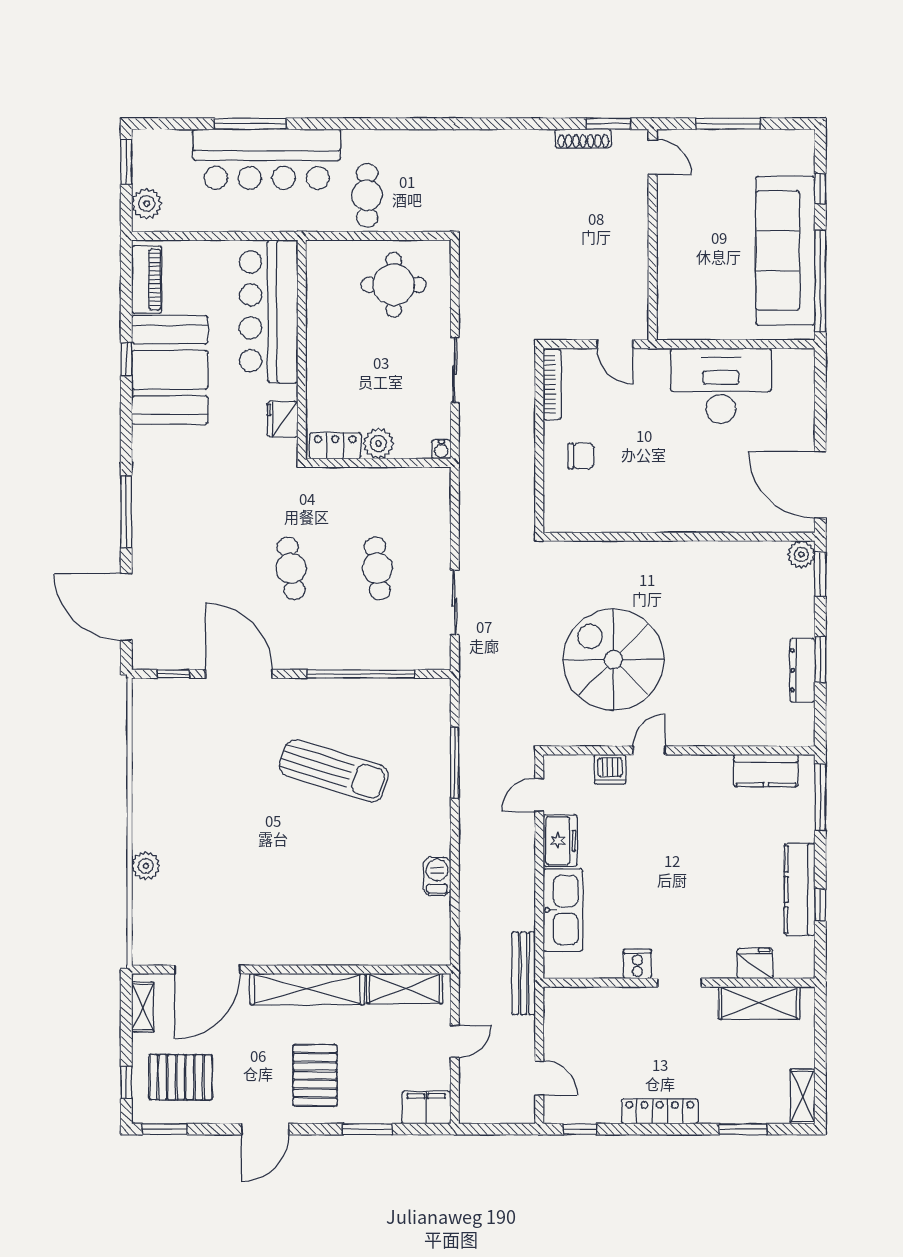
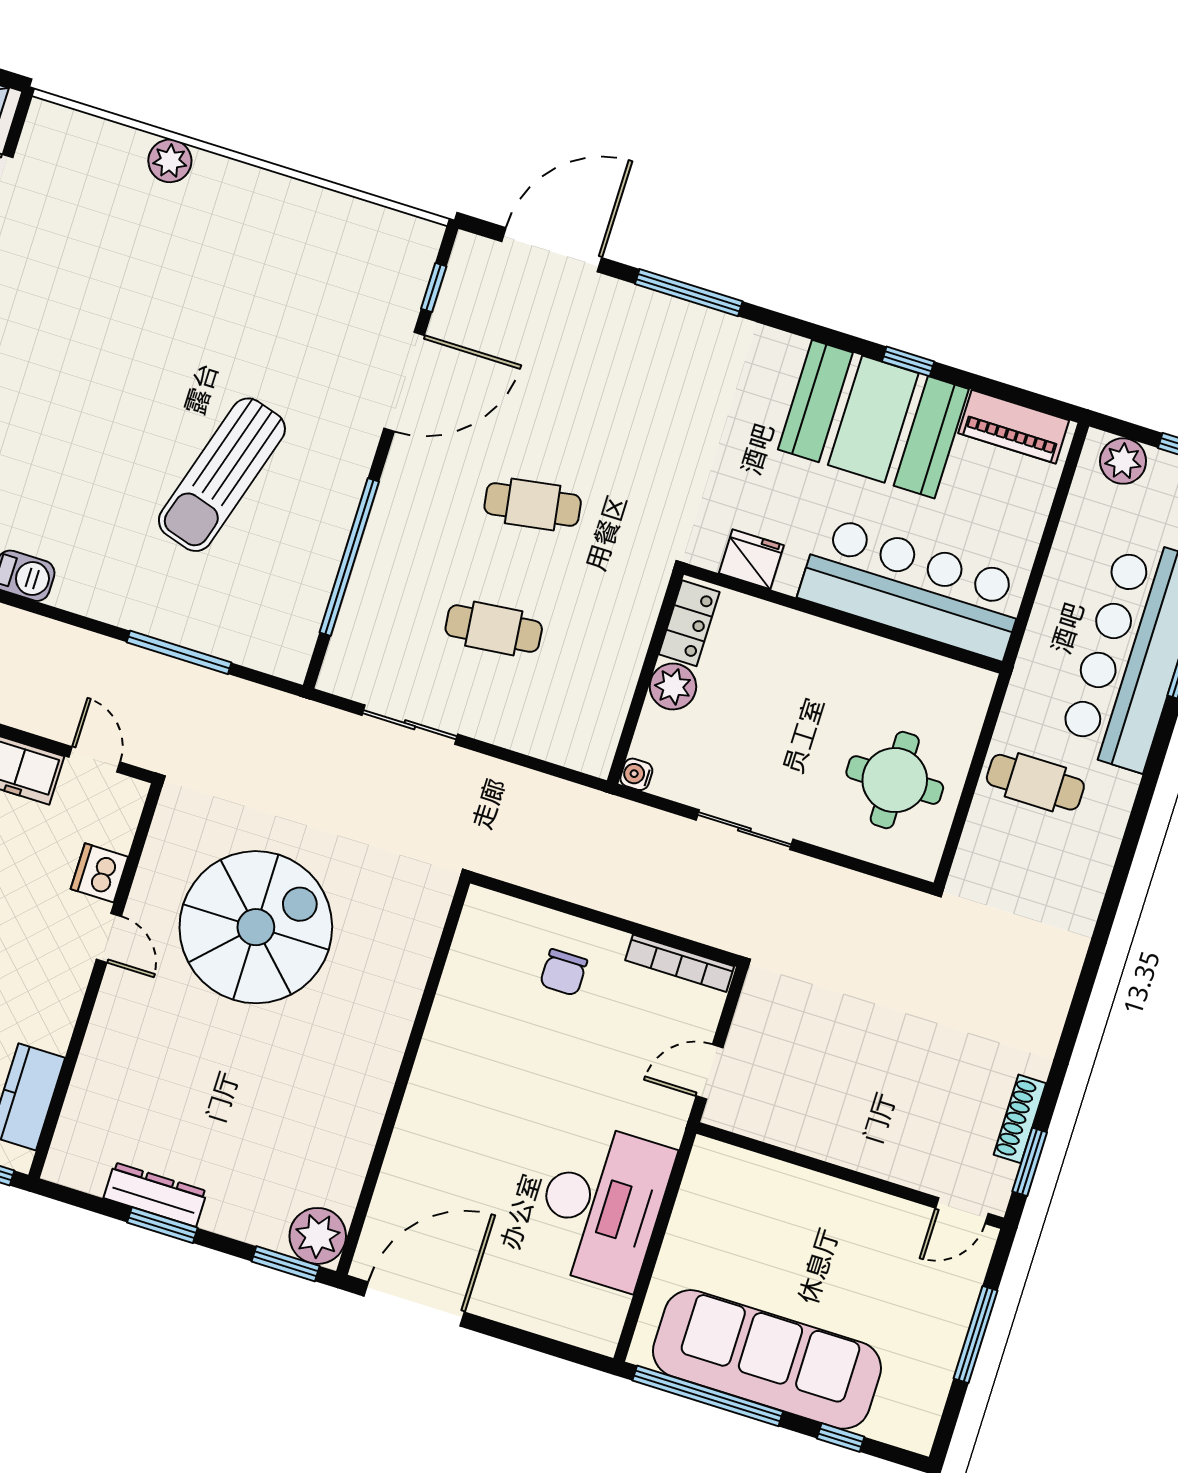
plant: (801, 554) -> (318, 1236), width x1.36, depth x1.36

